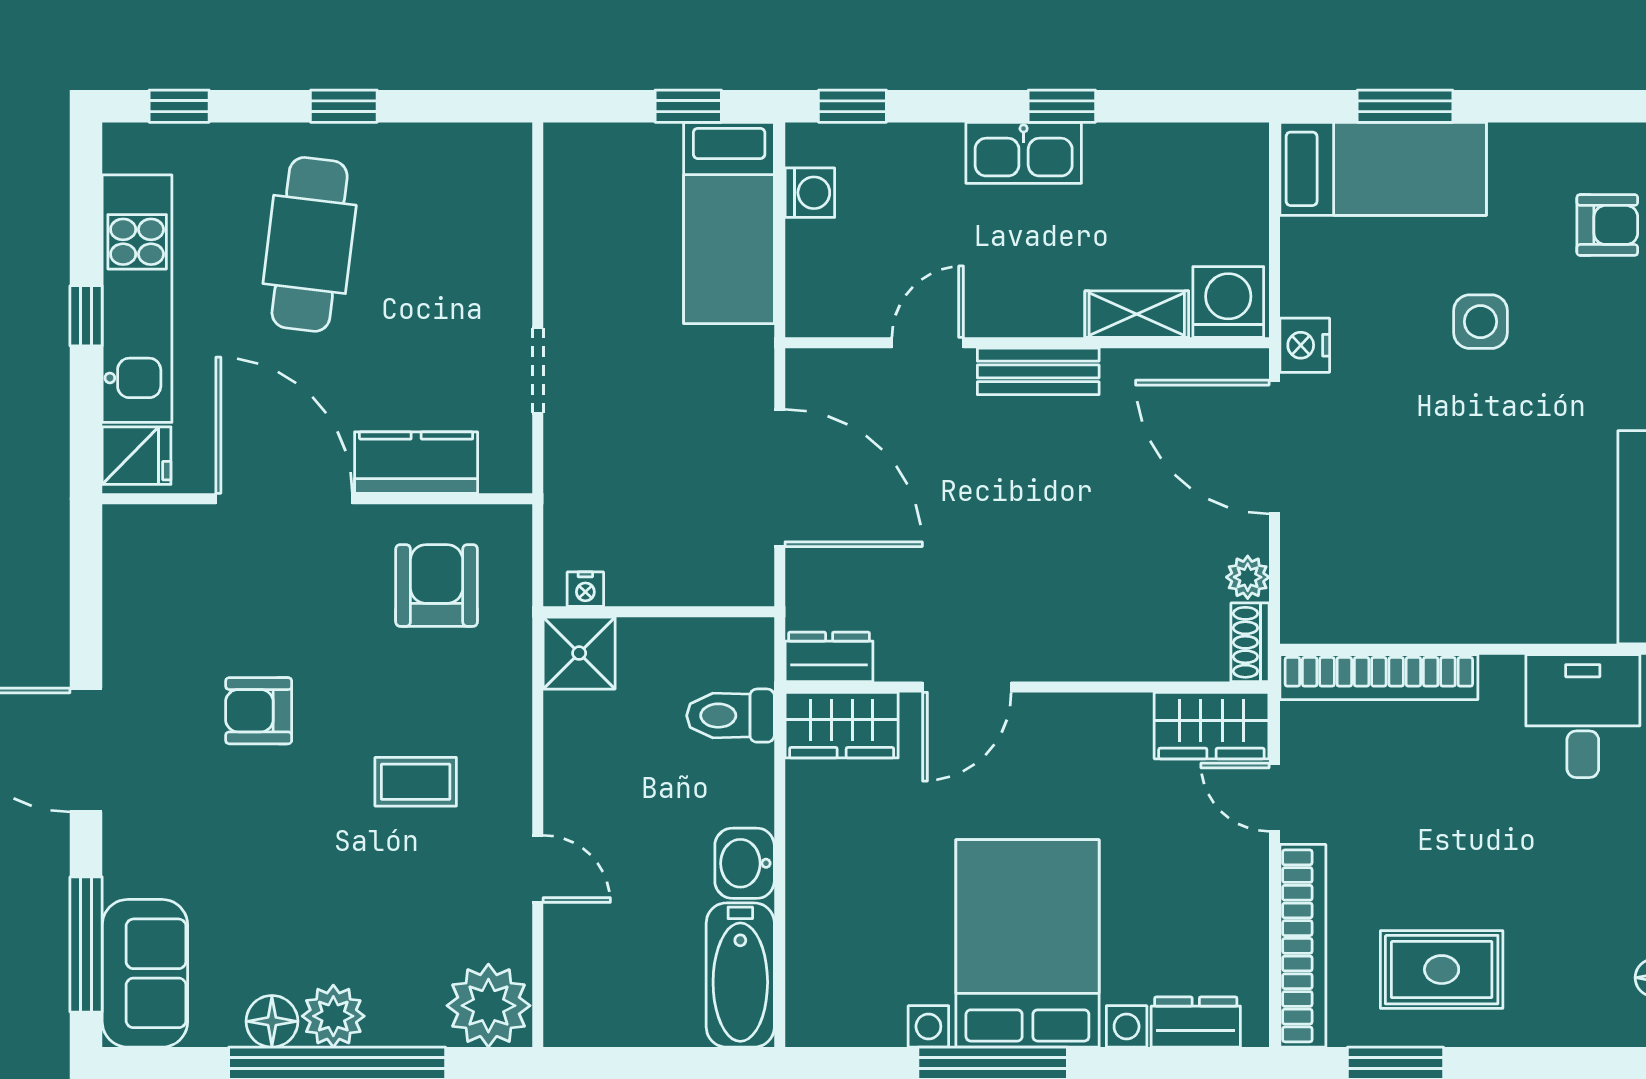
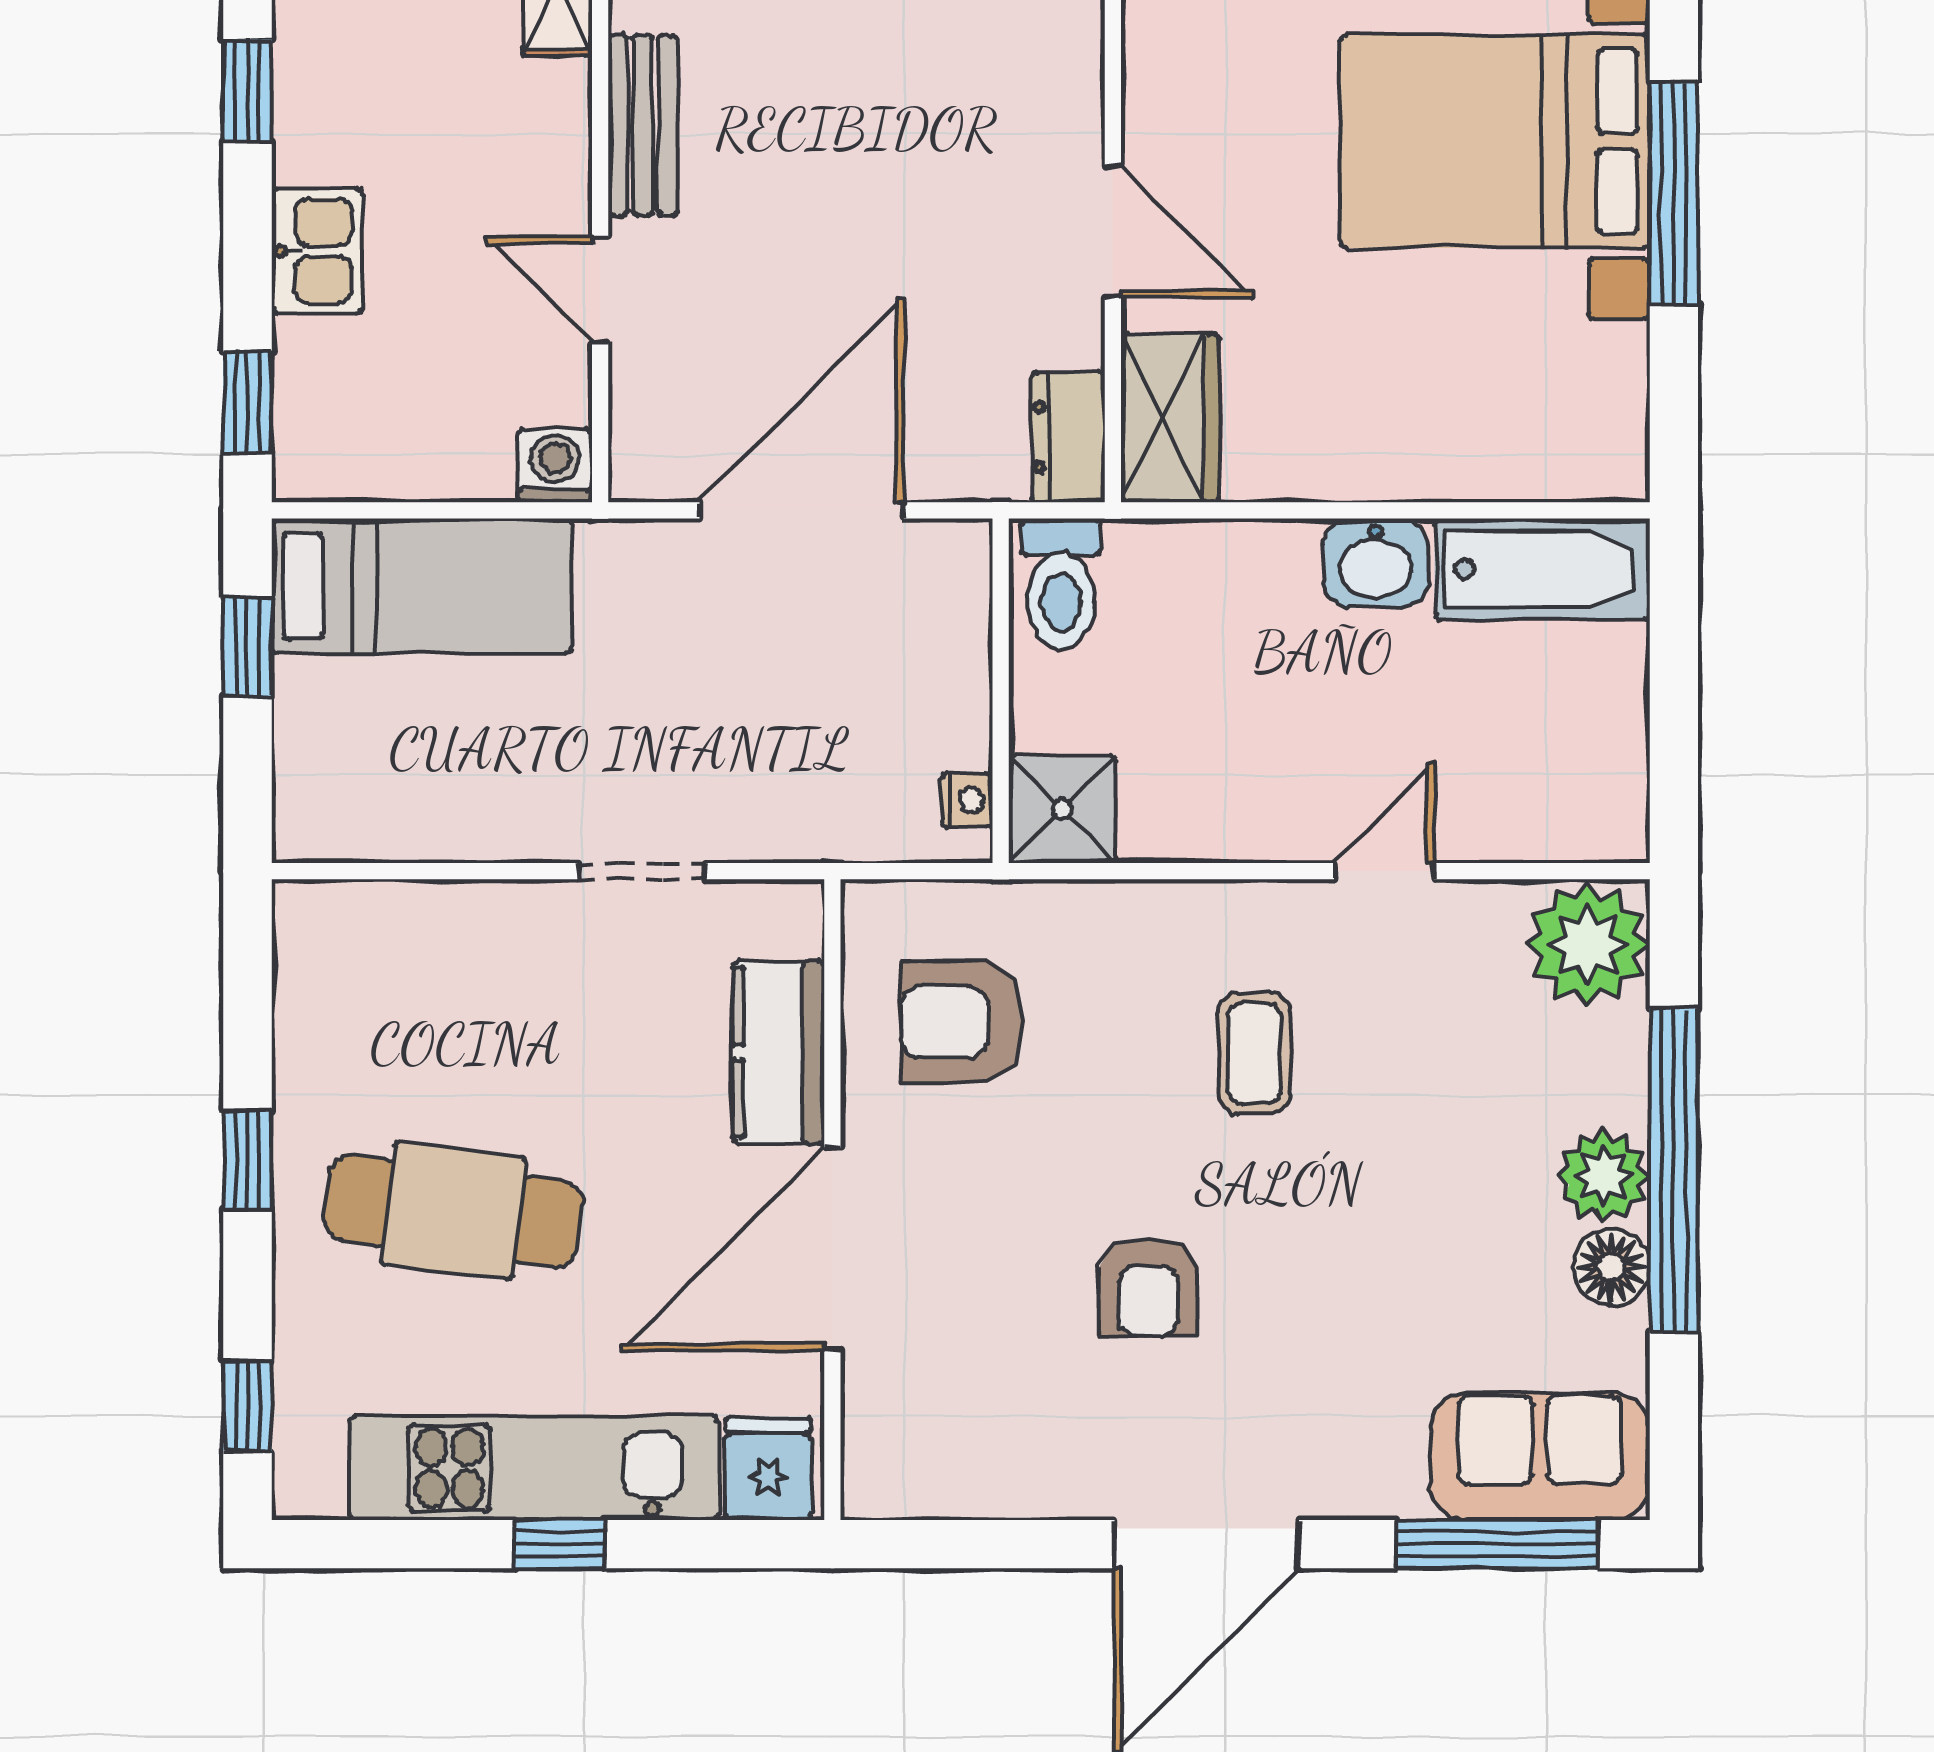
kitchen sink: (1024, 153) -> (317, 251), moved, width x0.73
washing machine: (810, 193) -> (555, 466), moved
toilet: (731, 716) -> (1061, 584), moved

